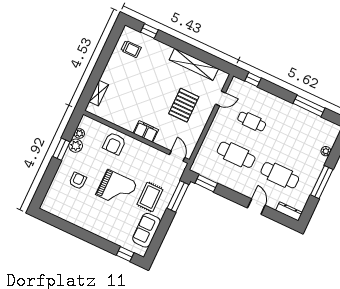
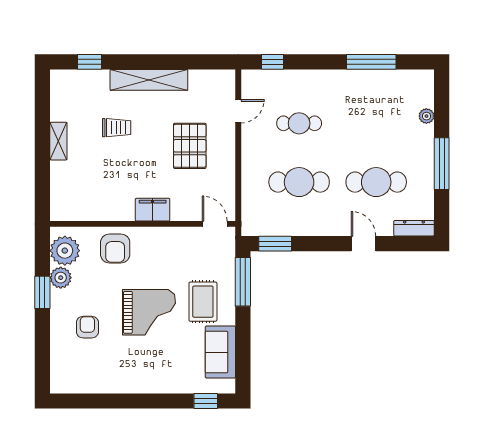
trolley: (131, 49) -> (117, 128), moved
shelving: (194, 64) -> (149, 80), moved
shelving: (99, 93) -> (58, 141), moved
plant: (79, 133) -> (65, 251), width x1.87, depth x1.87

